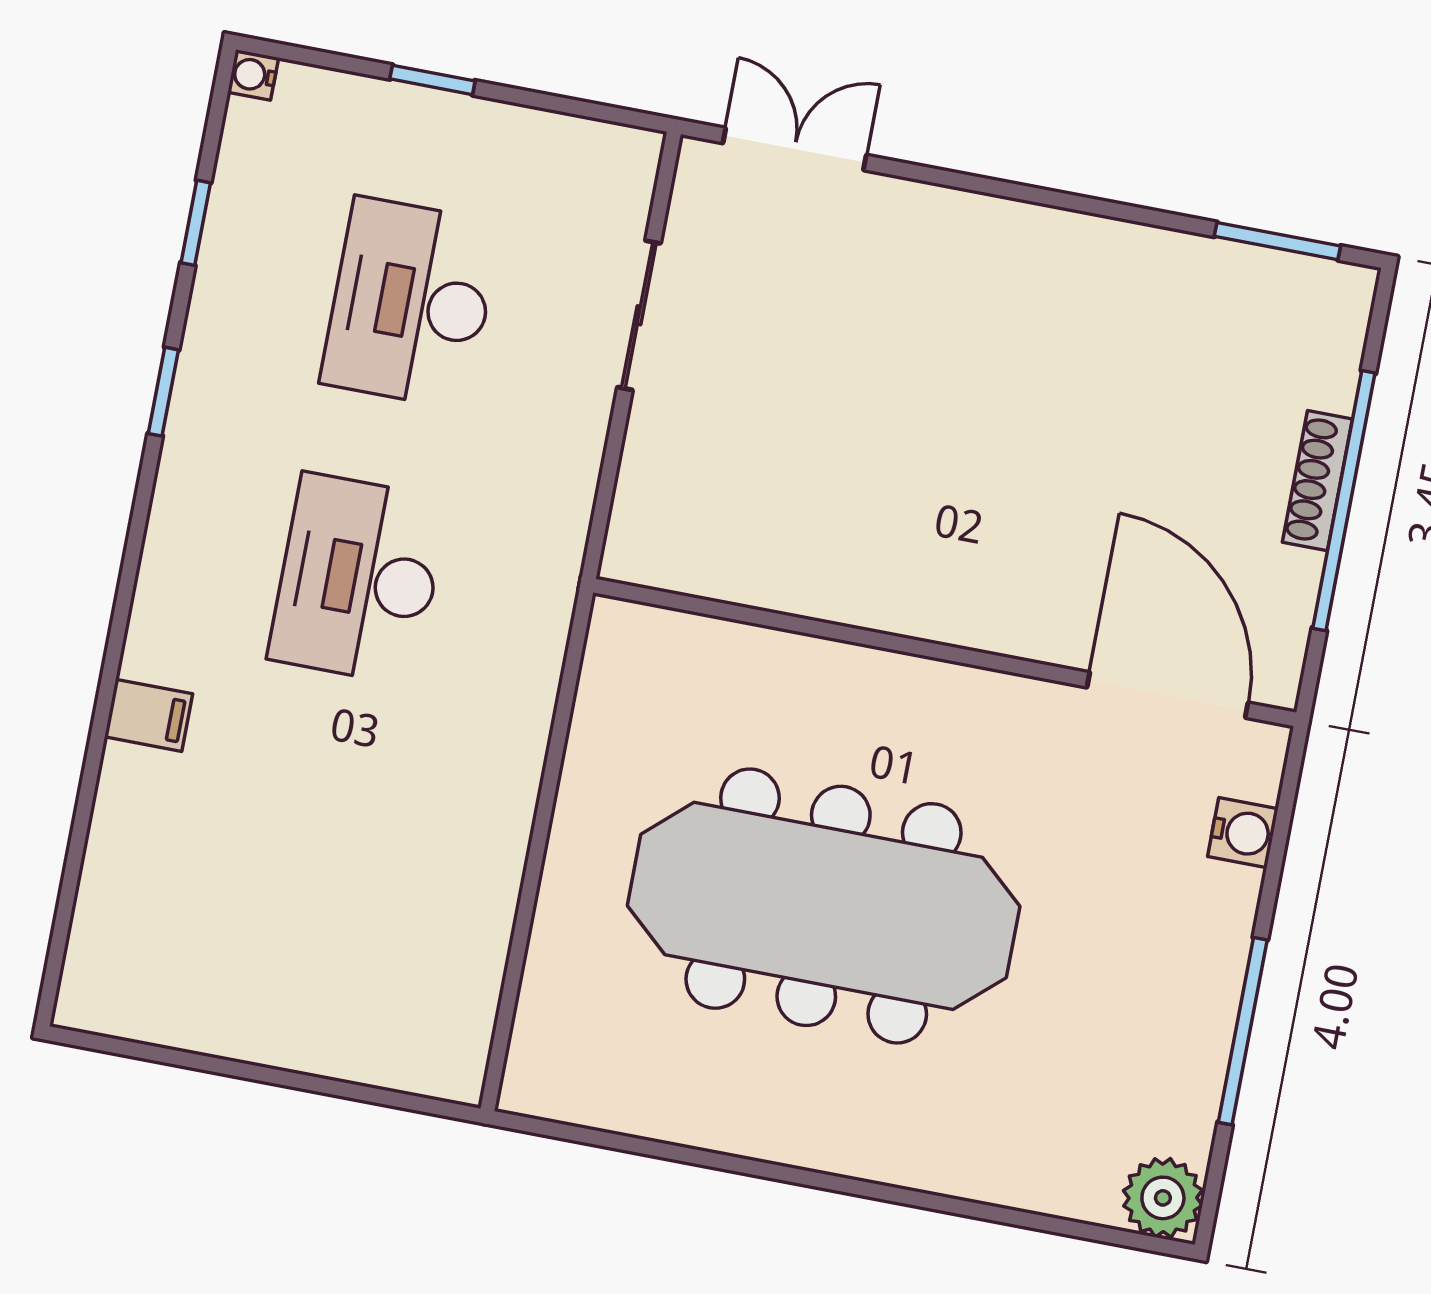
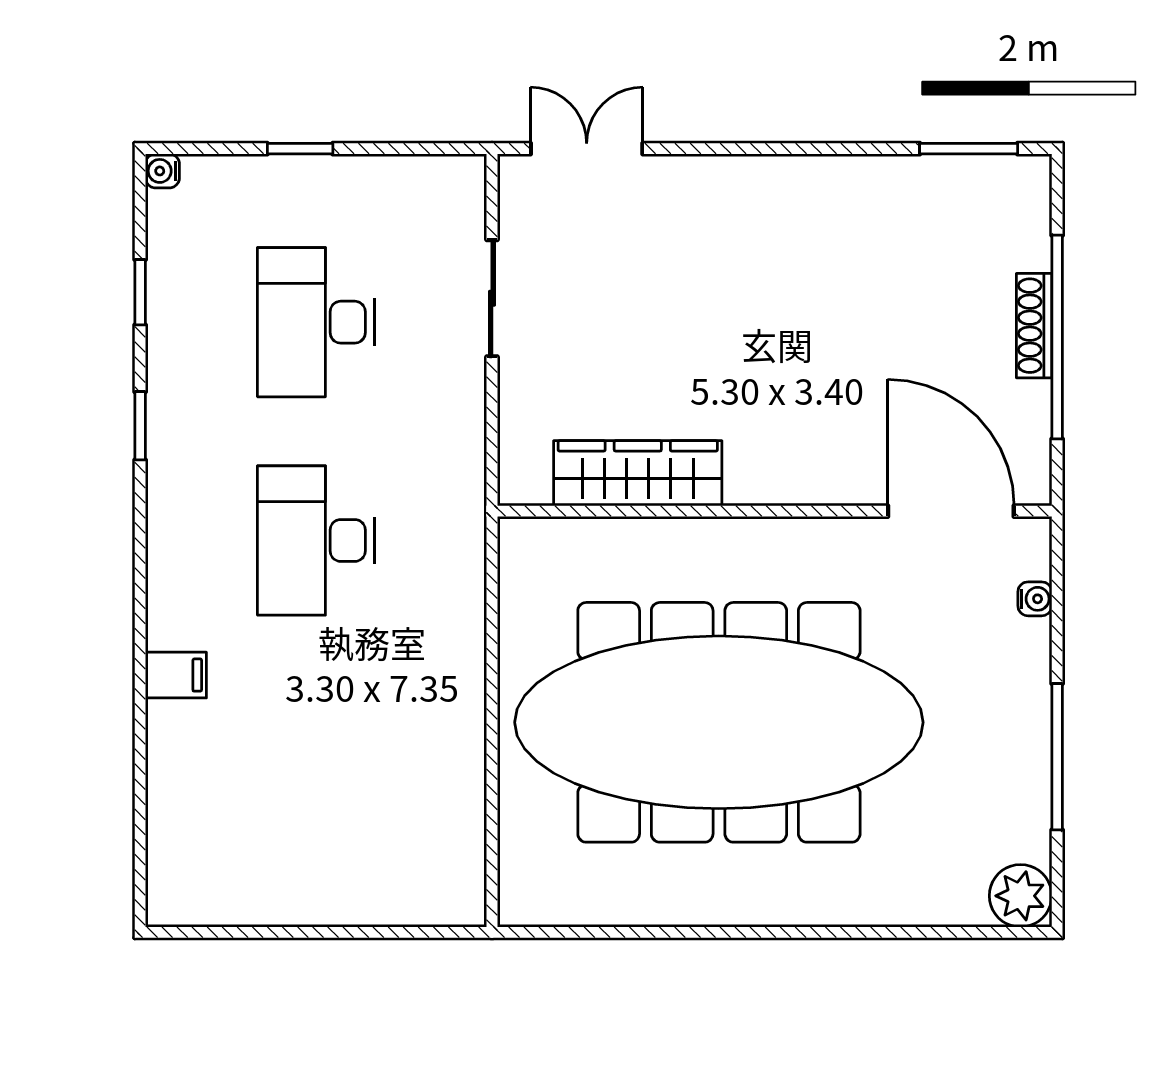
wardrobe: (781, 572) -> (638, 473), added
water cooler: (1243, 833) -> (1035, 599), width x0.72, depth x0.72
meeting table: (824, 906) -> (719, 722), width x1.36, depth x1.27

